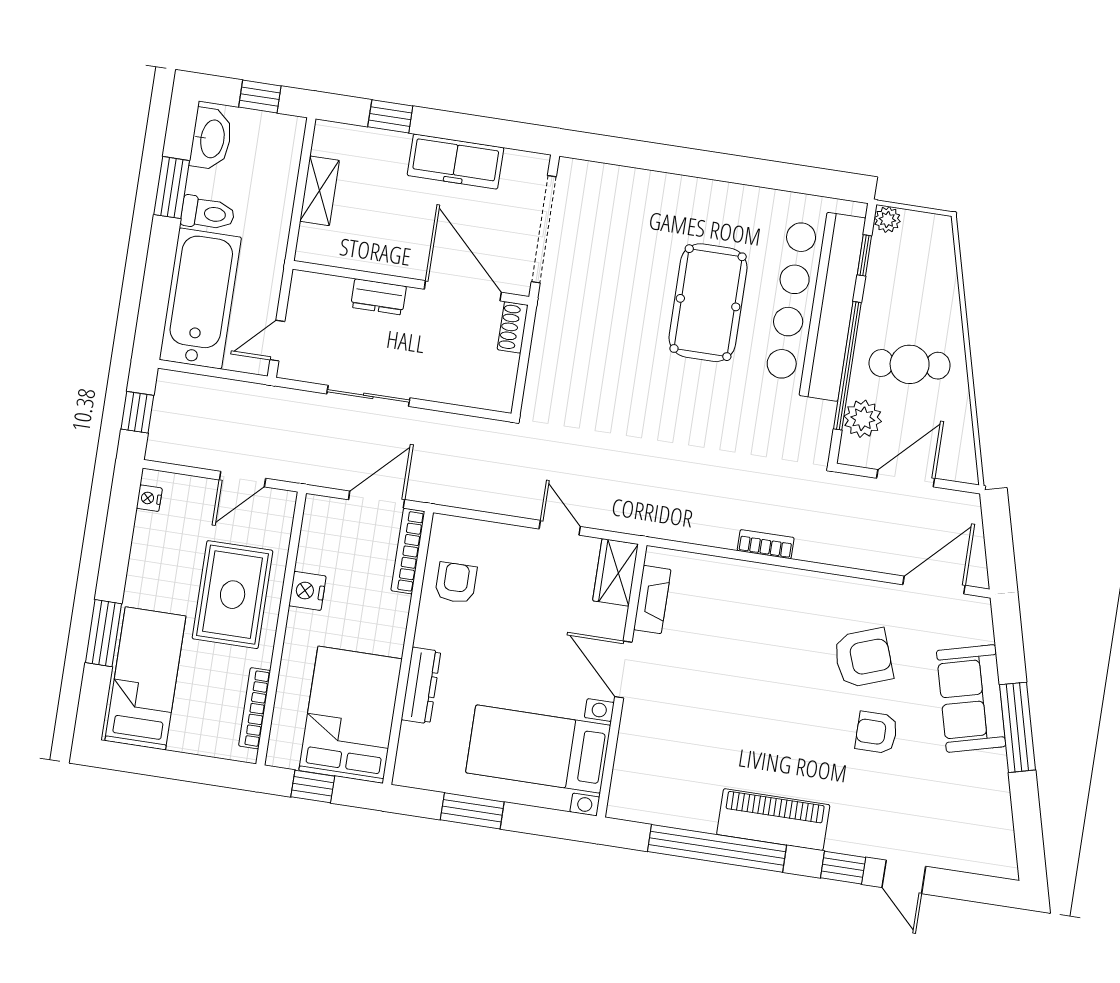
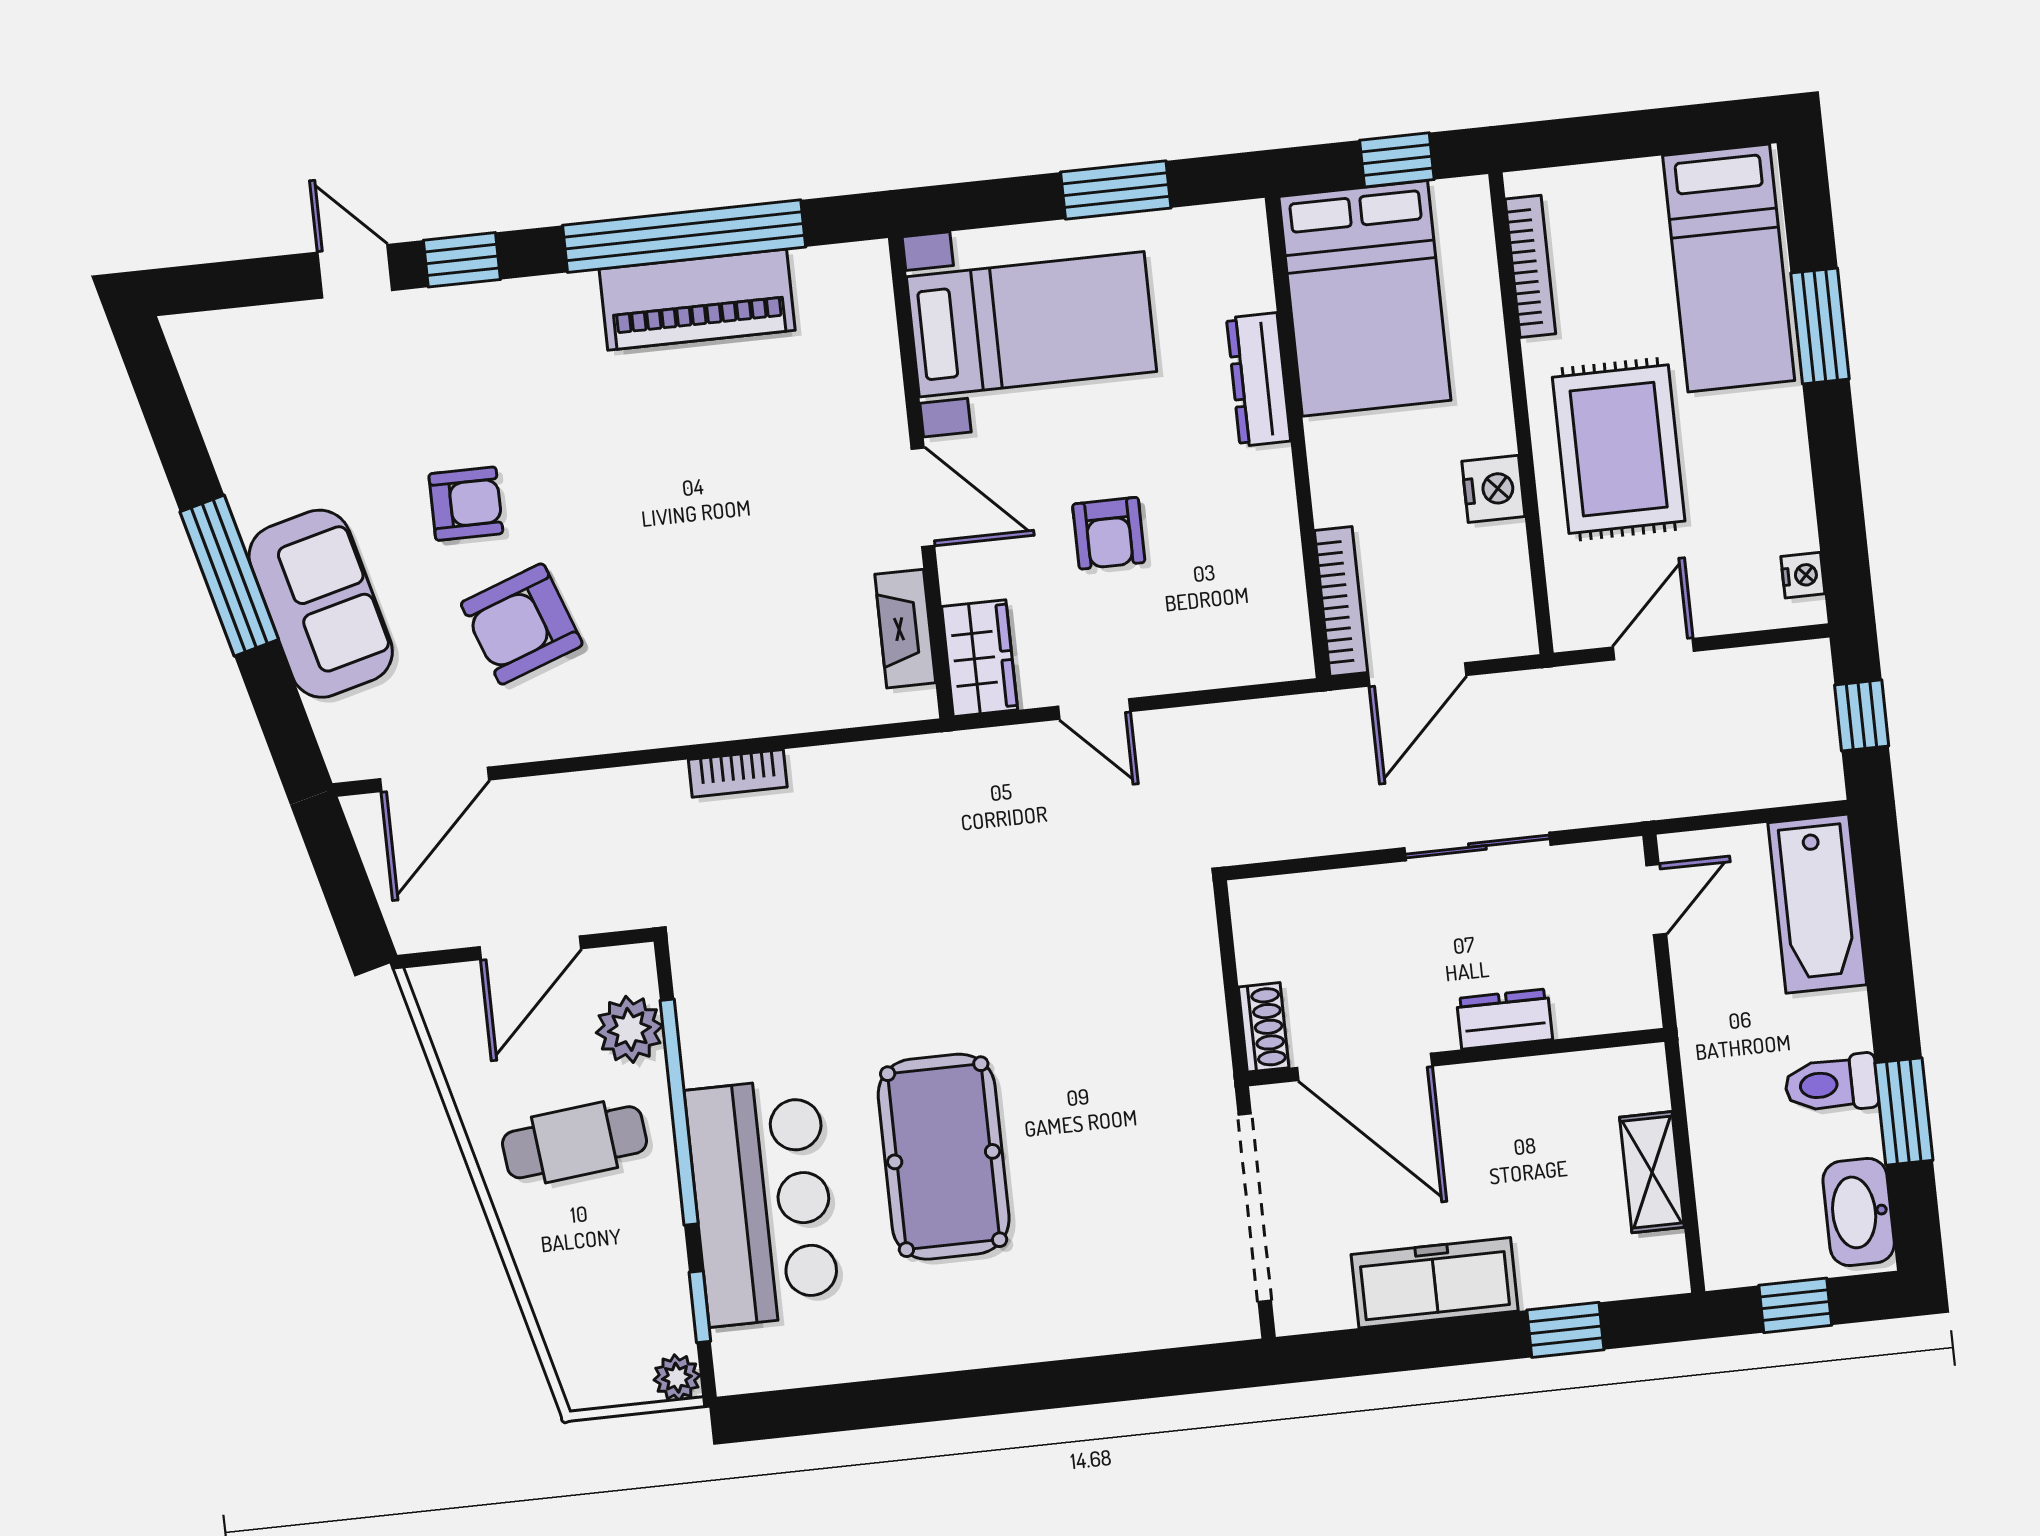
bathtub: (200, 298) -> (1817, 904), width x0.73, depth x0.73
bar counter: (815, 304) -> (763, 1202), width x0.73
armchair: (456, 583) -> (1109, 533), moved
piano: (773, 820) -> (697, 300), moved

